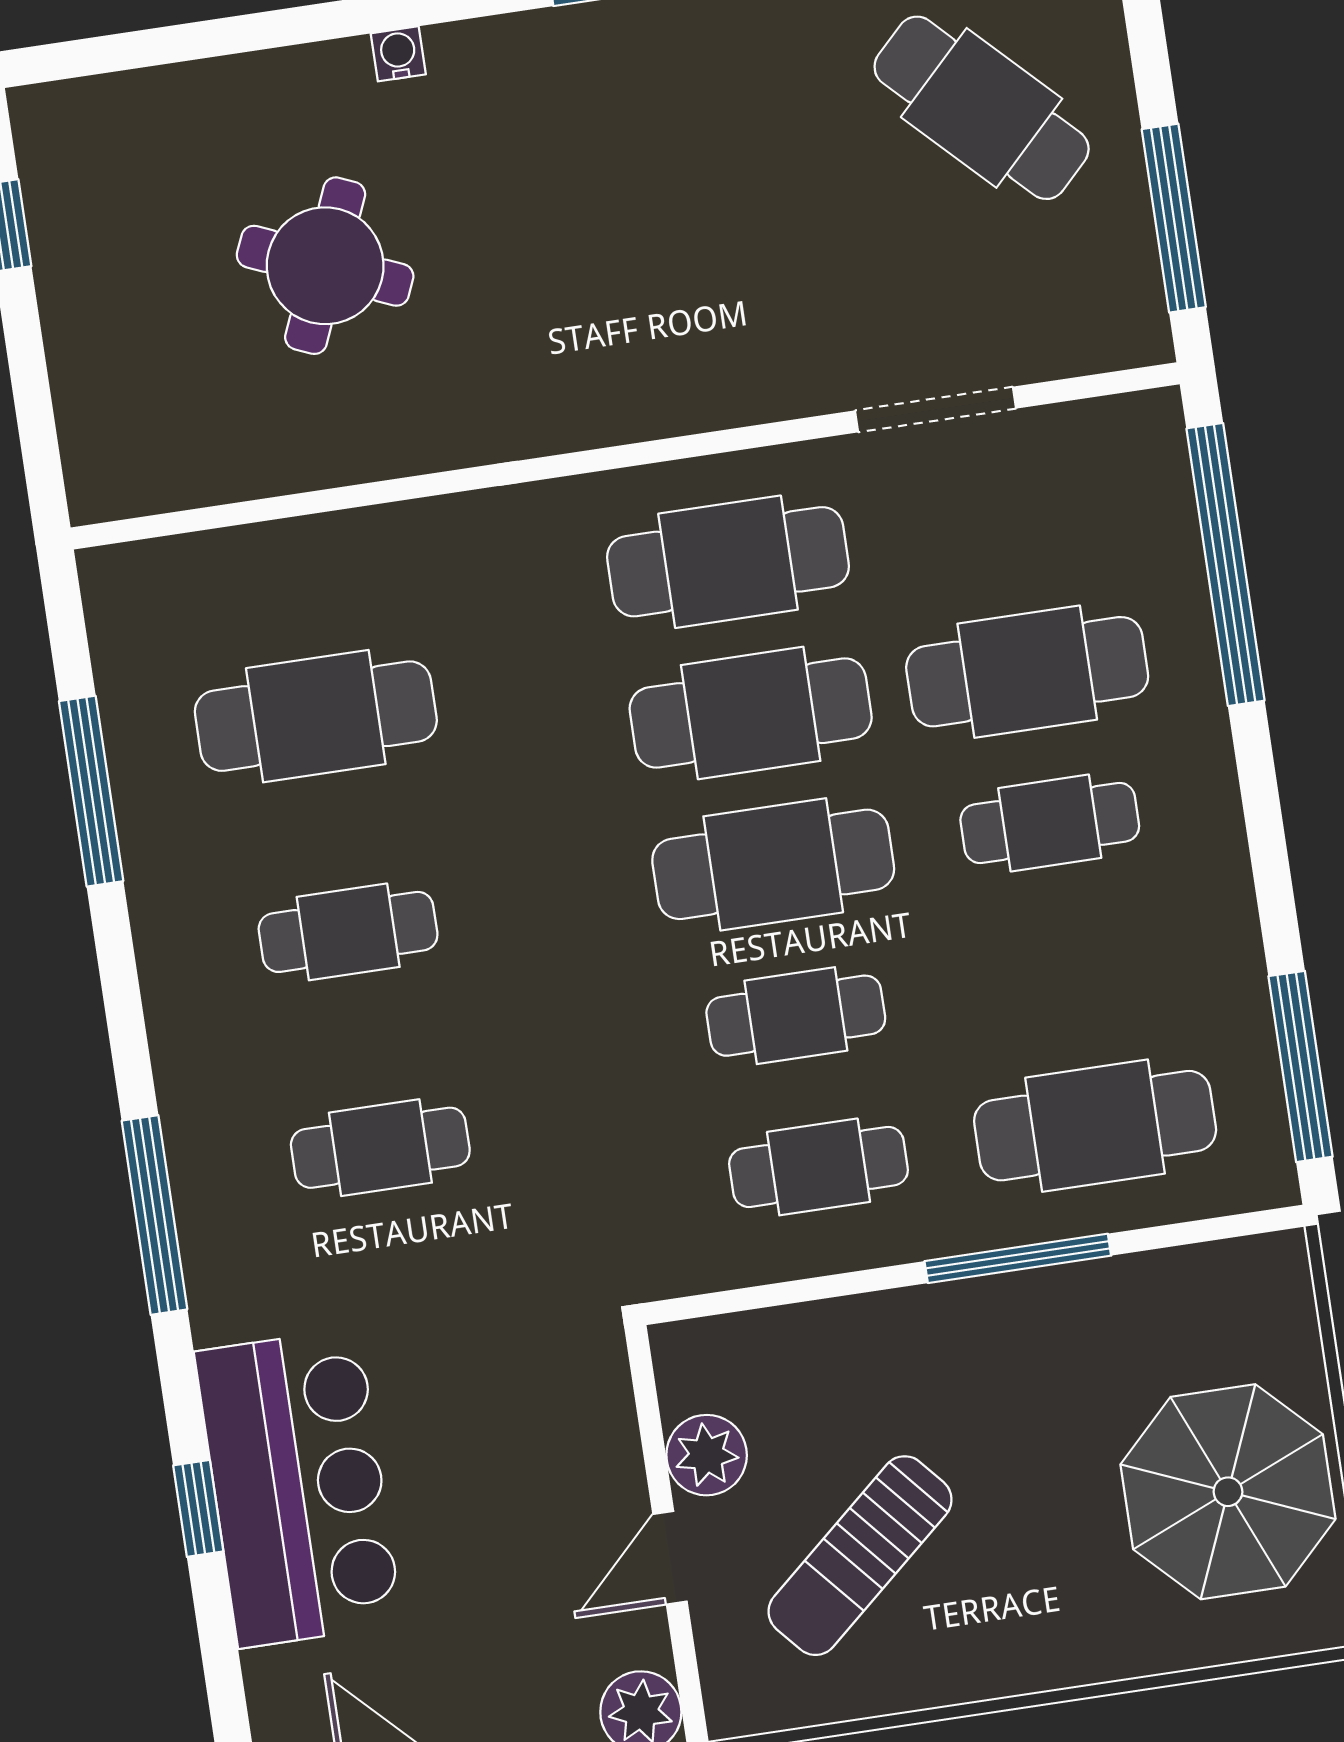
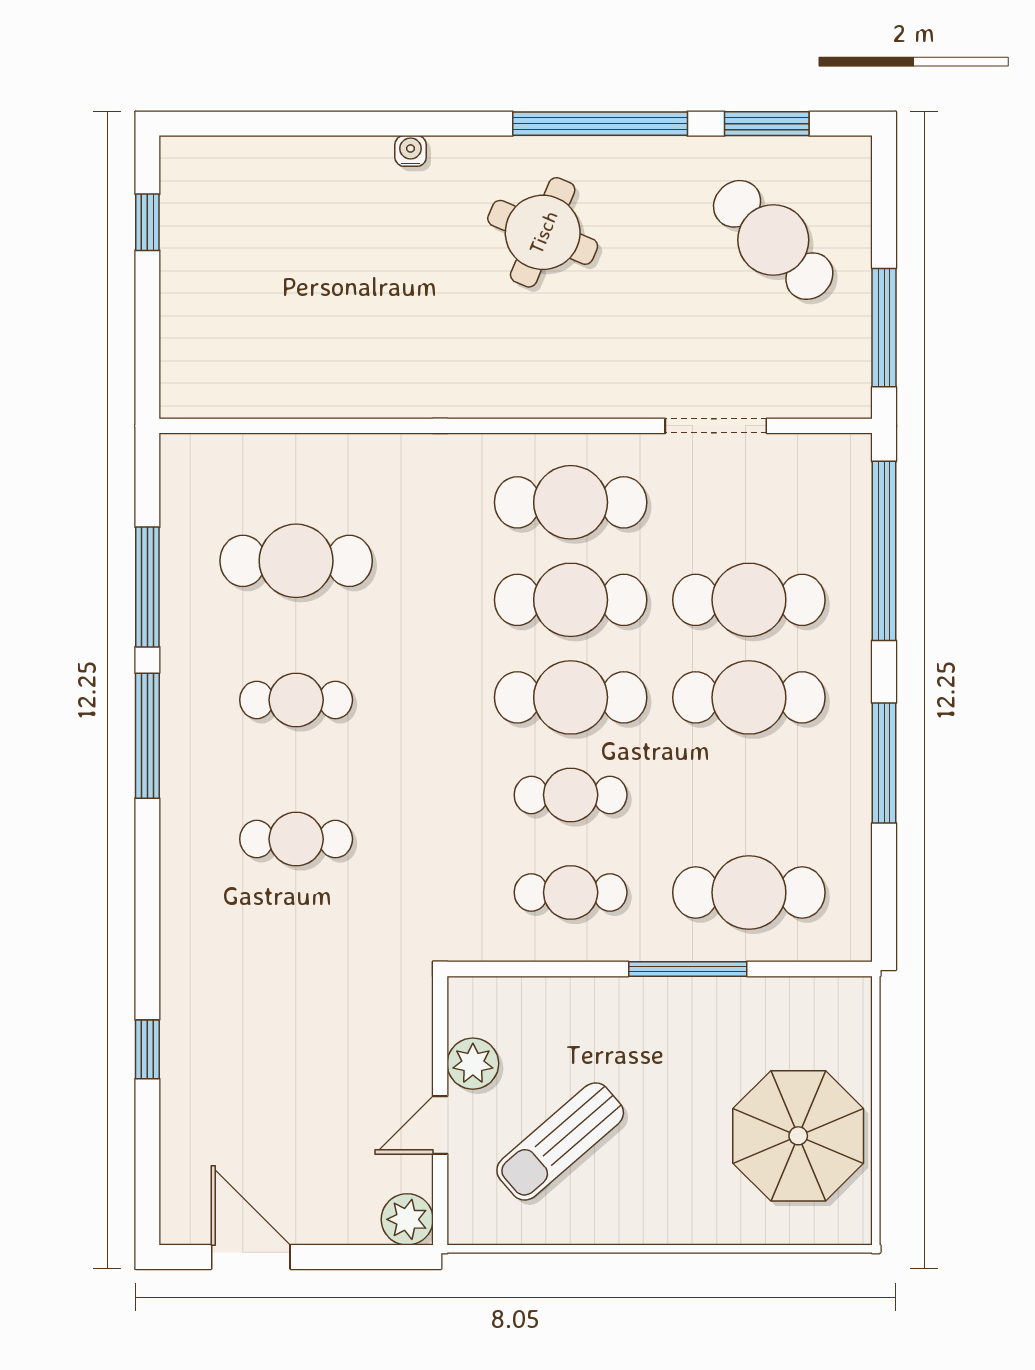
round table: (325, 266) -> (543, 232), moved
cafe table: (1050, 823) -> (749, 697), width x1.37, depth x1.35
window: (1301, 1066) -> (884, 763), moved
window: (154, 1215) -> (147, 736), moved
bar counter: (298, 1488) -> (212, 1046), removed

